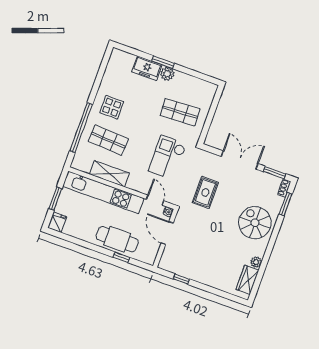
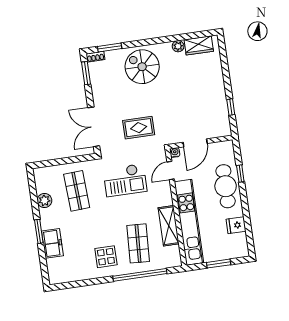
plant: (167, 74) -> (44, 200), moved
double door: (240, 160) -> (94, 127), moved
fridge: (57, 222) -> (236, 225), moved
spiral stairs: (255, 223) -> (142, 67), turned 90

